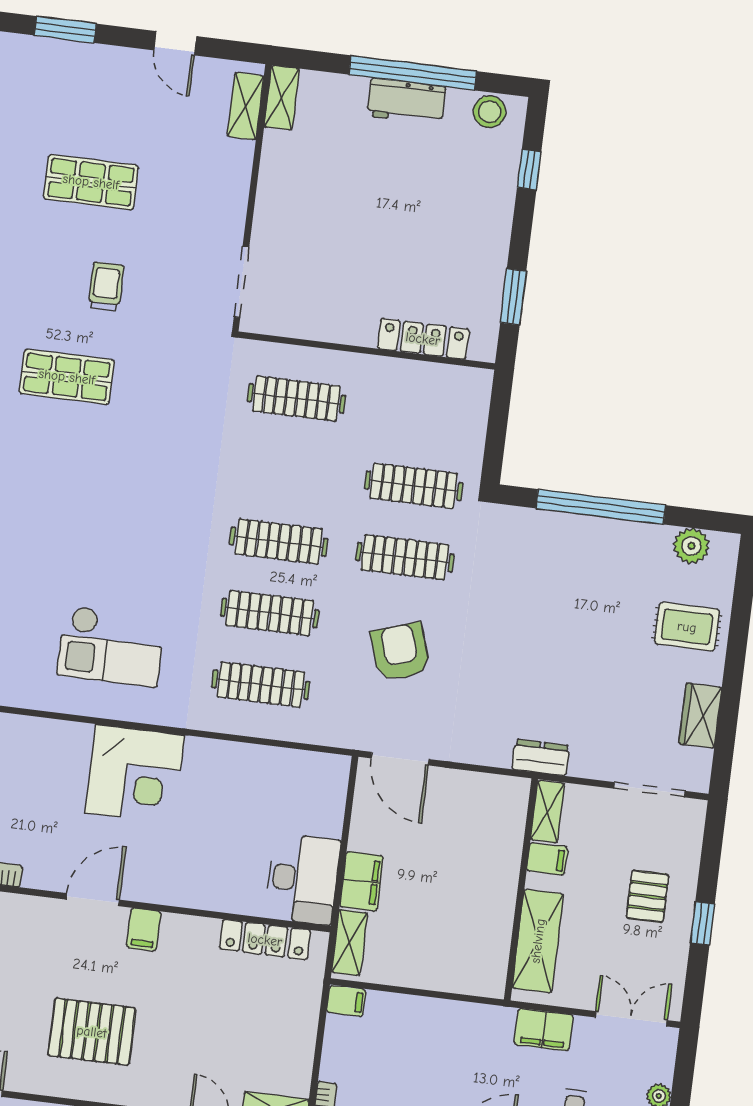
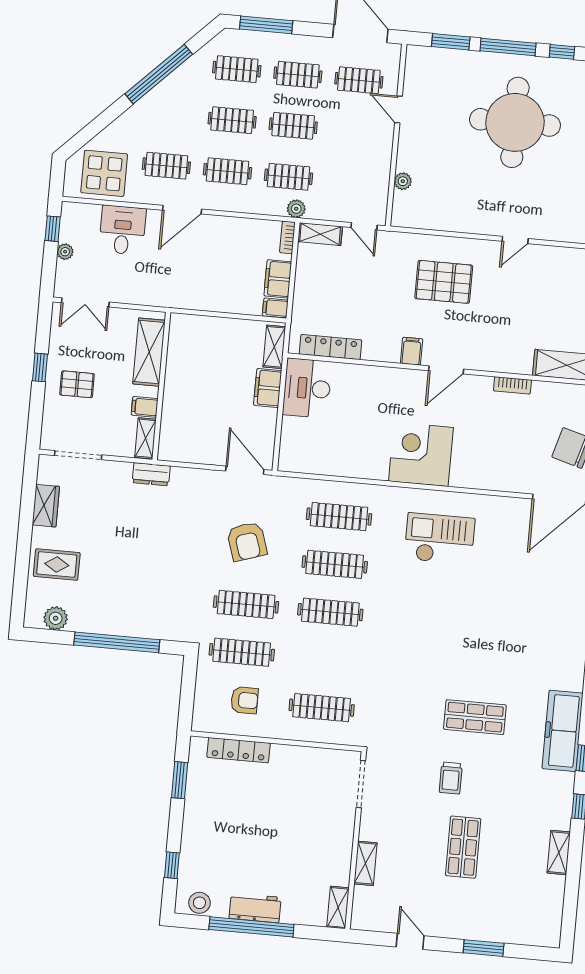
shelving: (245, 106) -> (365, 863), moved
shop shelf: (91, 182) -> (463, 847), turned 90
armchair: (412, 414) -> (244, 700), added
pallet: (648, 896) -> (77, 384), turned 90
filing cabinet: (544, 1030) -> (278, 279), moved, turned -90

